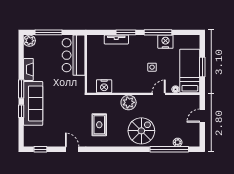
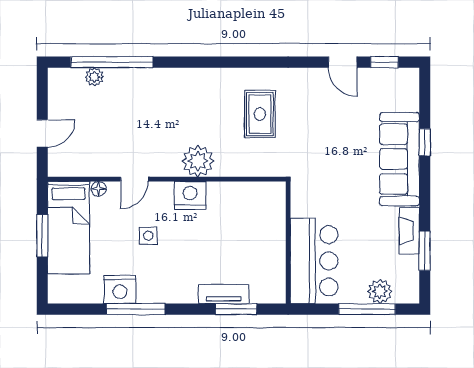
window: (126, 32) -> (236, 309), moved
plant: (29, 41) -> (380, 292), moved
nightstand: (104, 86) -> (190, 195), moved
window: (21, 89) -> (425, 251), moved
spiral stairs: (141, 131) -> (171, 101), removed
door: (72, 149) -> (343, 62), moved

